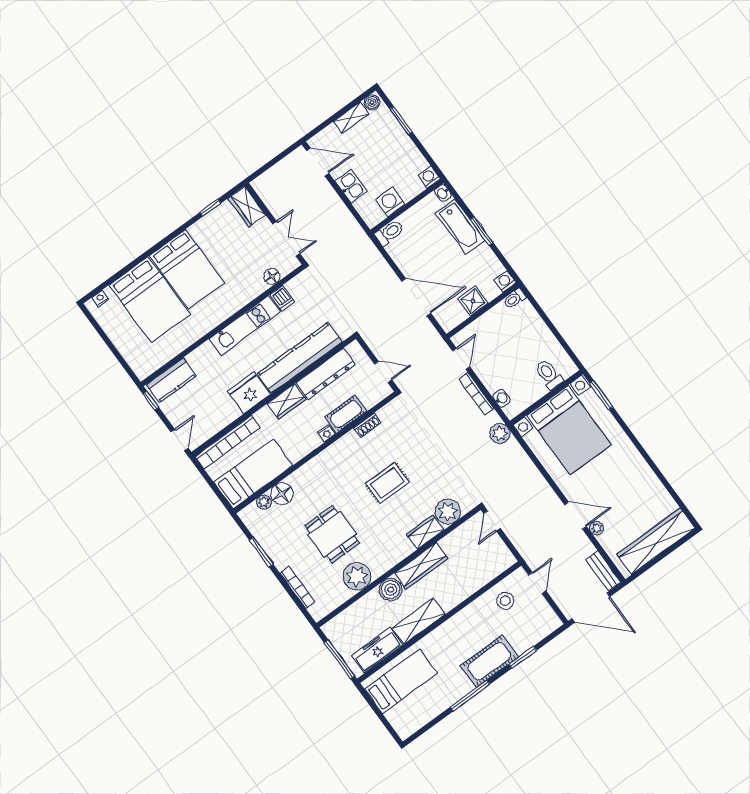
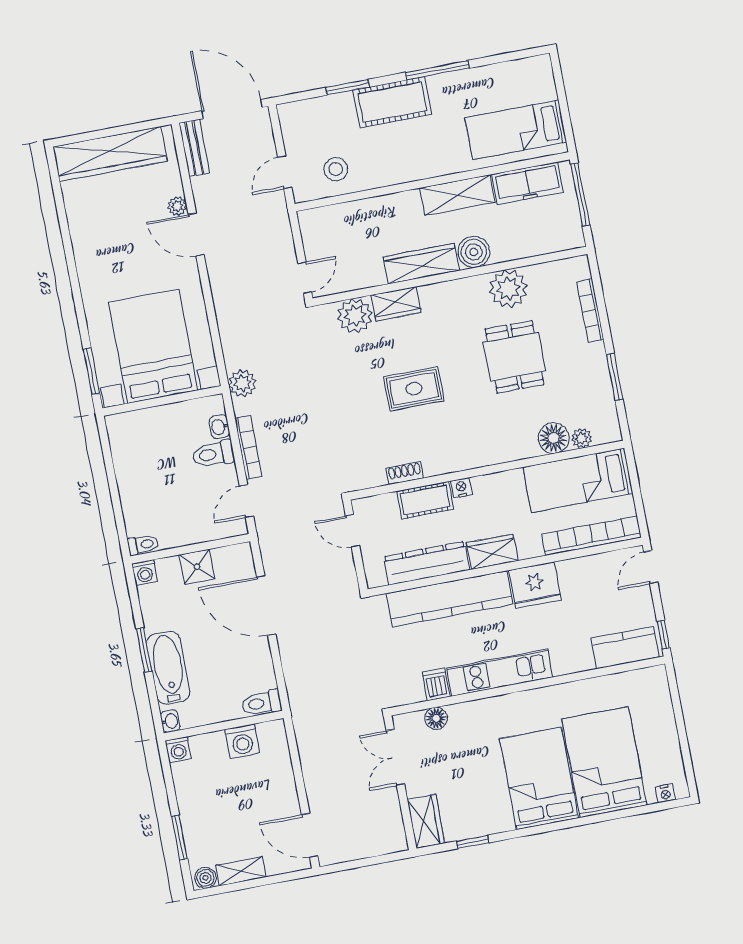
kitchen sink: (351, 186) -> (282, 785), removed
toilet: (549, 375) -> (213, 454), moved, turned 90

